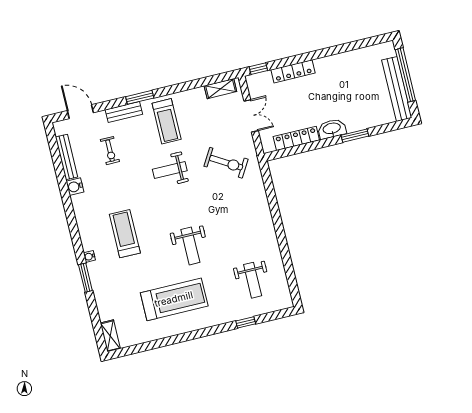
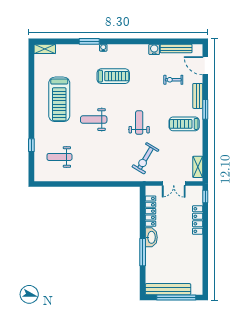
door: (80, 112) -> (205, 66), swing flipped
window: (355, 136) -> (143, 252), width x1.44
weight bench: (170, 170) -> (139, 123), moved

